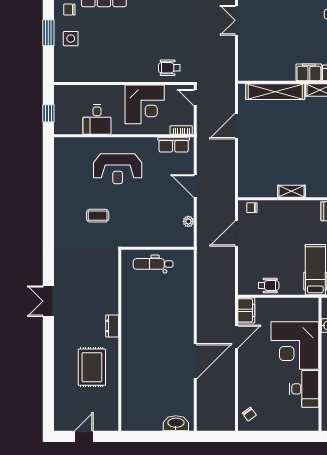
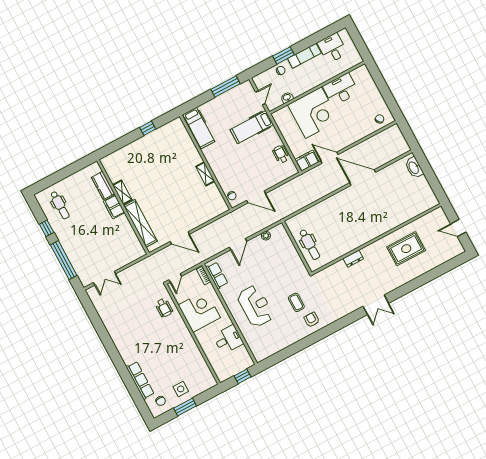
armchair: (70, 222) -> (312, 320), added
dresser: (112, 326) -> (353, 259), moved

